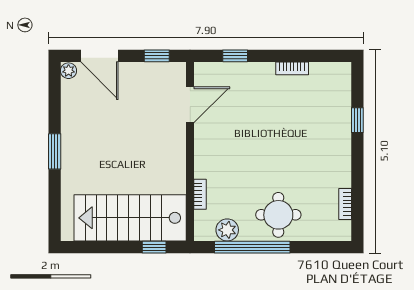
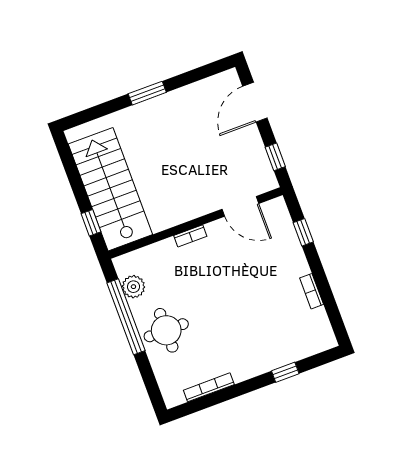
plant: (69, 71) -> (230, 78), removed
bookcase: (200, 194) -> (190, 236), moved
bookcase: (345, 204) -> (209, 387), width x1.56

